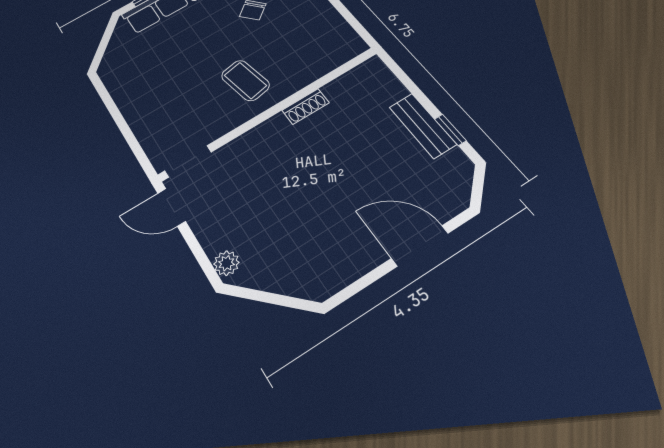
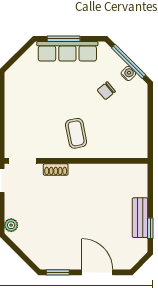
shoe rack: (306, 106) -> (56, 169), moved
window: (354, 288) -> (58, 272), added

